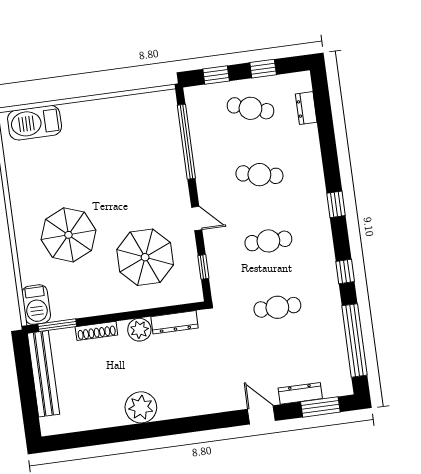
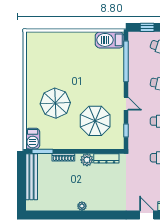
barbecue: (35, 123) -> (110, 40), moved
plant: (141, 407) -> (82, 206), width x0.53, depth x0.53

